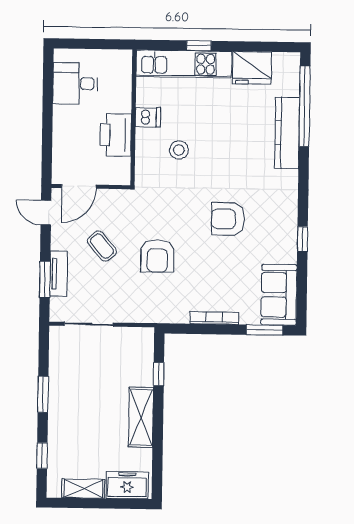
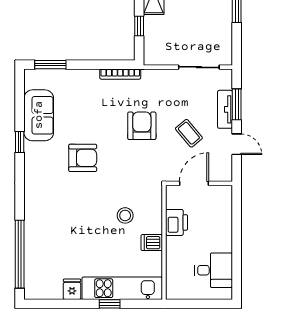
fridge: (252, 68) -> (72, 289), width x0.53, depth x0.75
kitchen counter: (287, 133) -> (34, 231), removed
printer: (116, 135) -> (177, 222), width x0.73, depth x0.84
door: (79, 186) -> (194, 183), moved
door: (46, 213) -> (237, 144), moved
sofa: (279, 295) -> (39, 115), moved
bookcase: (214, 318) -> (120, 74), moved

